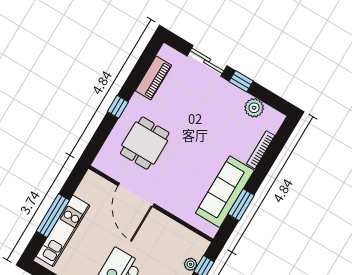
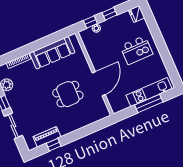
window: (118, 107) -> (54, 145), moved
dining table: (145, 143) -> (68, 94), moved
window: (241, 205) -> (49, 40), removed

